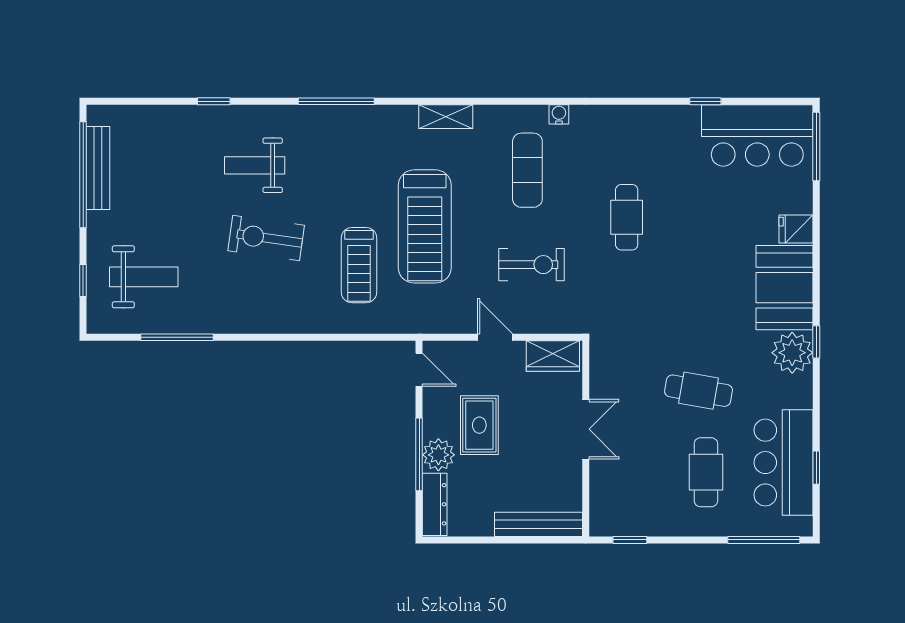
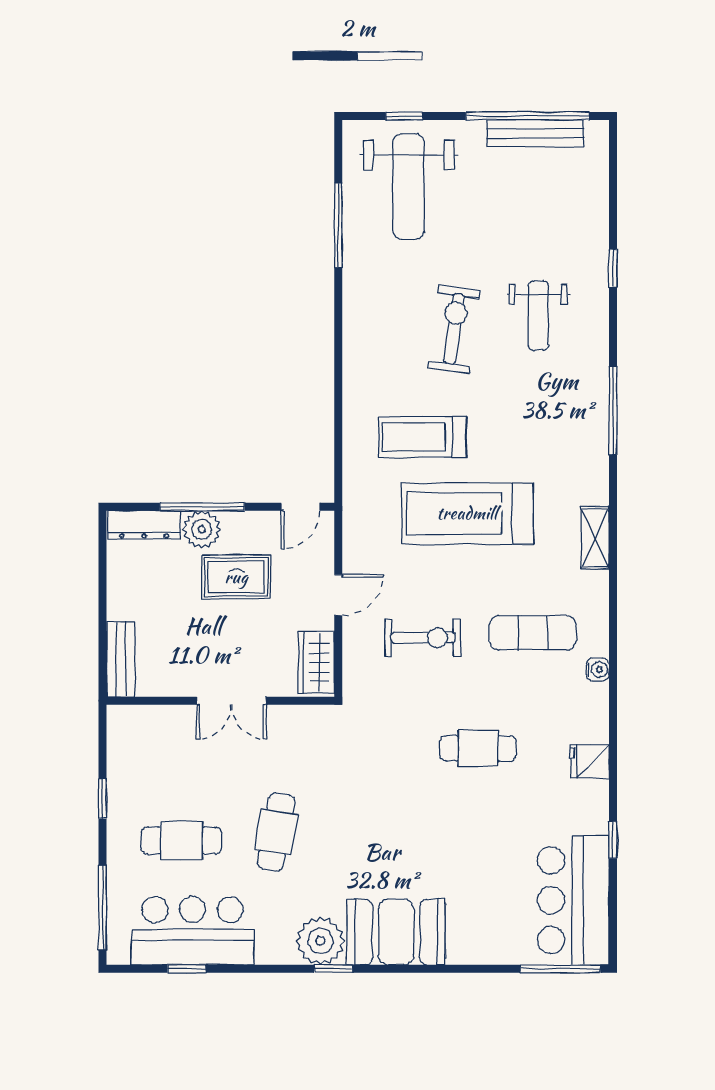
weight bench: (255, 165) -> (538, 316), turned 180
fridge: (796, 229) -> (589, 761), moved, turned -90
exercise bike: (531, 265) -> (423, 638), turned -90
weight bench: (144, 277) -> (409, 187), width x1.36, depth x1.33
bench: (538, 524) -> (121, 659), width x0.73
window: (630, 540) -> (103, 799), moved

